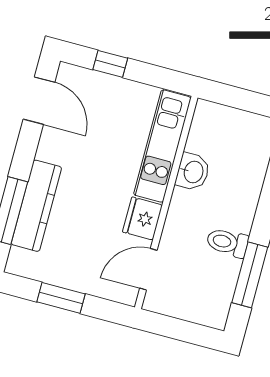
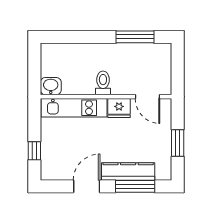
door: (39, 101) -> (87, 186), moved
washbasin: (193, 172) -> (51, 86), moved
toilet: (227, 243) -> (103, 83), moved, turned 180

